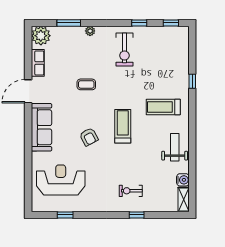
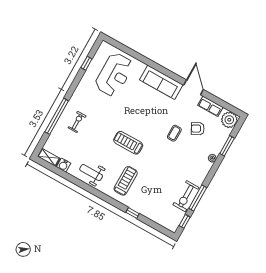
window: (139, 23) -> (198, 198), width x2.17
exercise bike: (124, 50) -> (186, 196), moved, turned -90
treadmill: (123, 126) -> (128, 143), turned 180
armchair: (89, 137) -> (198, 129), moved
weight bench: (175, 147) -> (91, 173), turned 180
window: (137, 215) -> (57, 116), width x3.17

